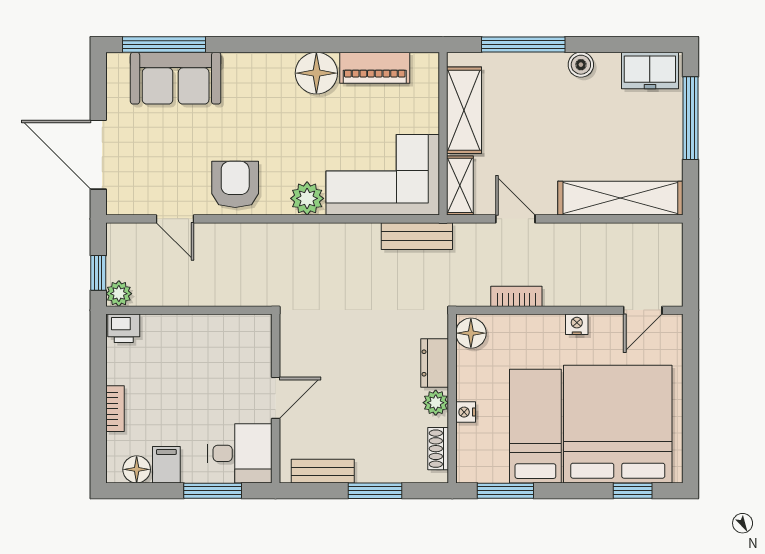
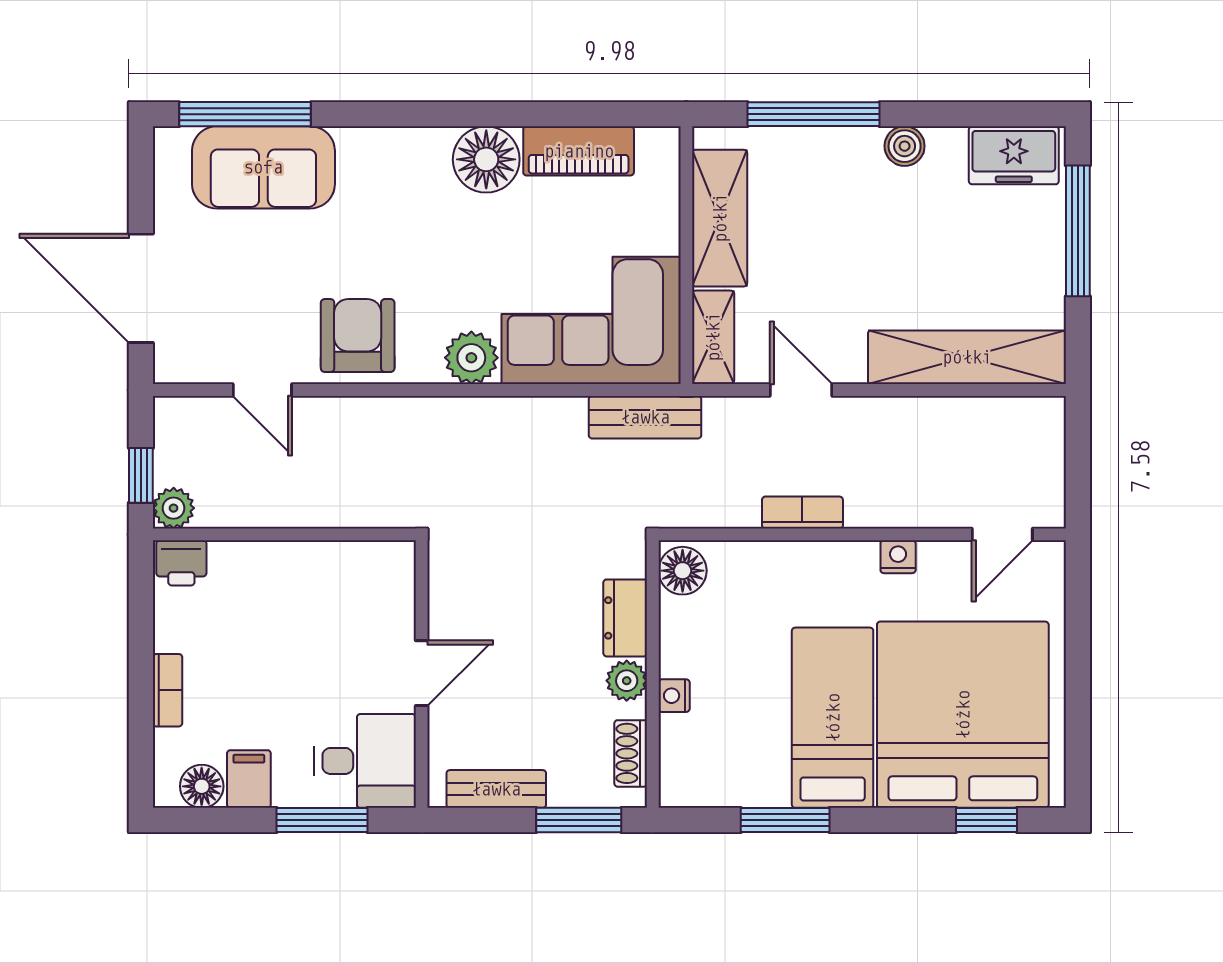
floor lamp: (471, 333) -> (683, 571), moved
dresser: (435, 363) -> (625, 618), moved
wall: (452, 398) -> (653, 674), moved
plant: (436, 403) -> (627, 681), moved
nightstand: (466, 412) -> (674, 696), moved
shoe rack: (438, 449) -> (631, 753), moved

